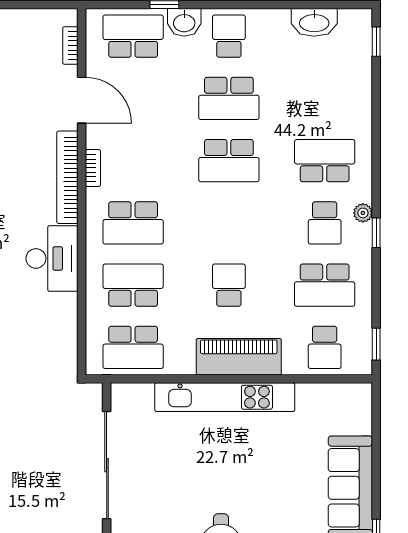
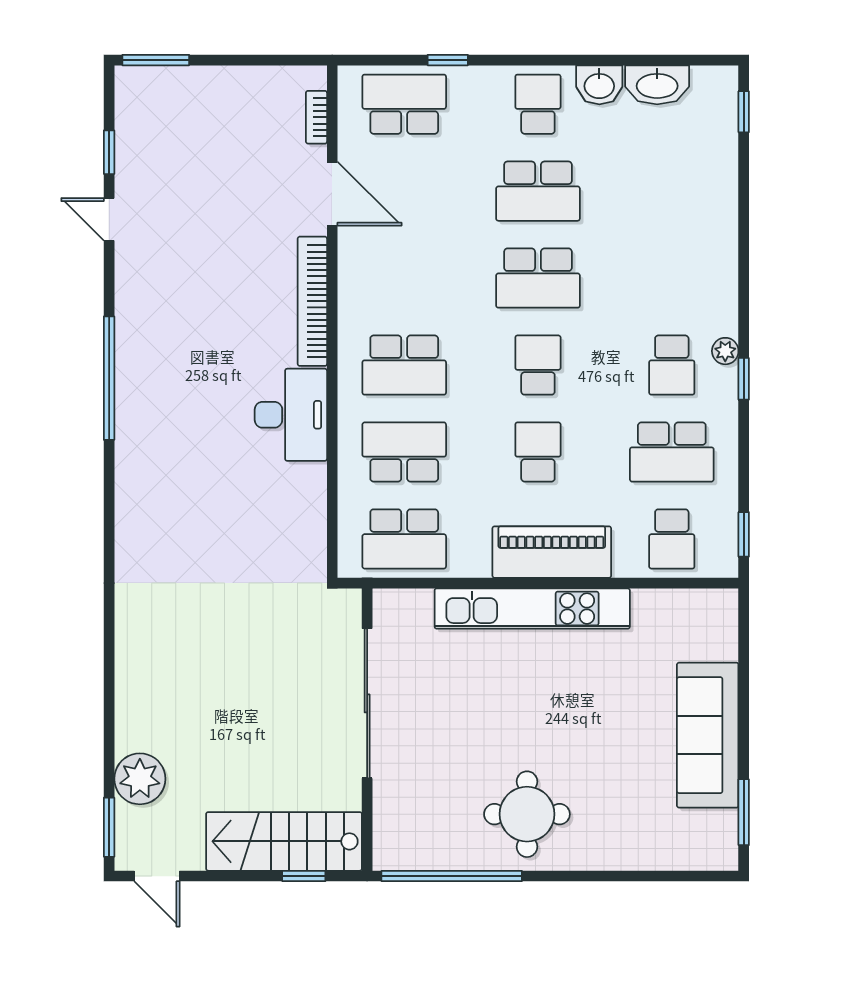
washbasin: (184, 22) -> (599, 85), moved
school desk: (325, 161) -> (538, 365), moved, width x0.54
bookcase: (93, 168) -> (348, 288), removed

